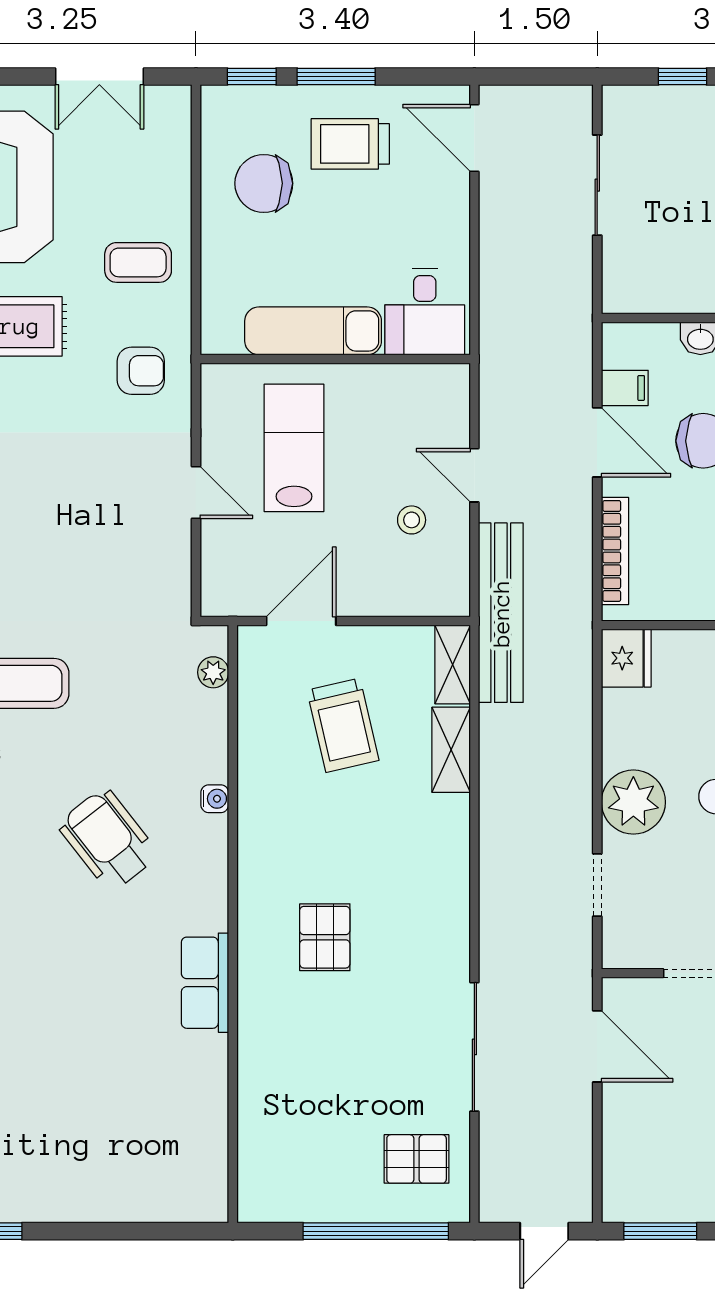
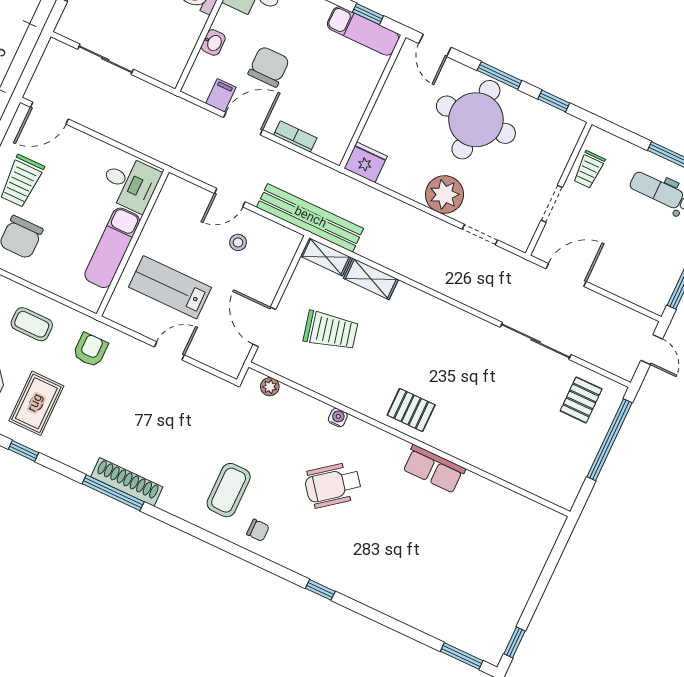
coffee table: (138, 262) -> (32, 324), turned 90
bookcase: (615, 551) -> (295, 137), width x0.64
pallet: (325, 937) -> (411, 410), moved

